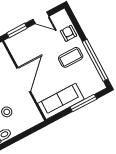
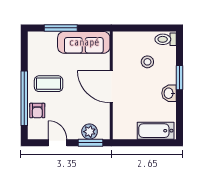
plant: (22, 38) -> (89, 132), added
window: (95, 60) -> (24, 98), moved
door: (24, 80) -> (111, 87), hinge flipped

